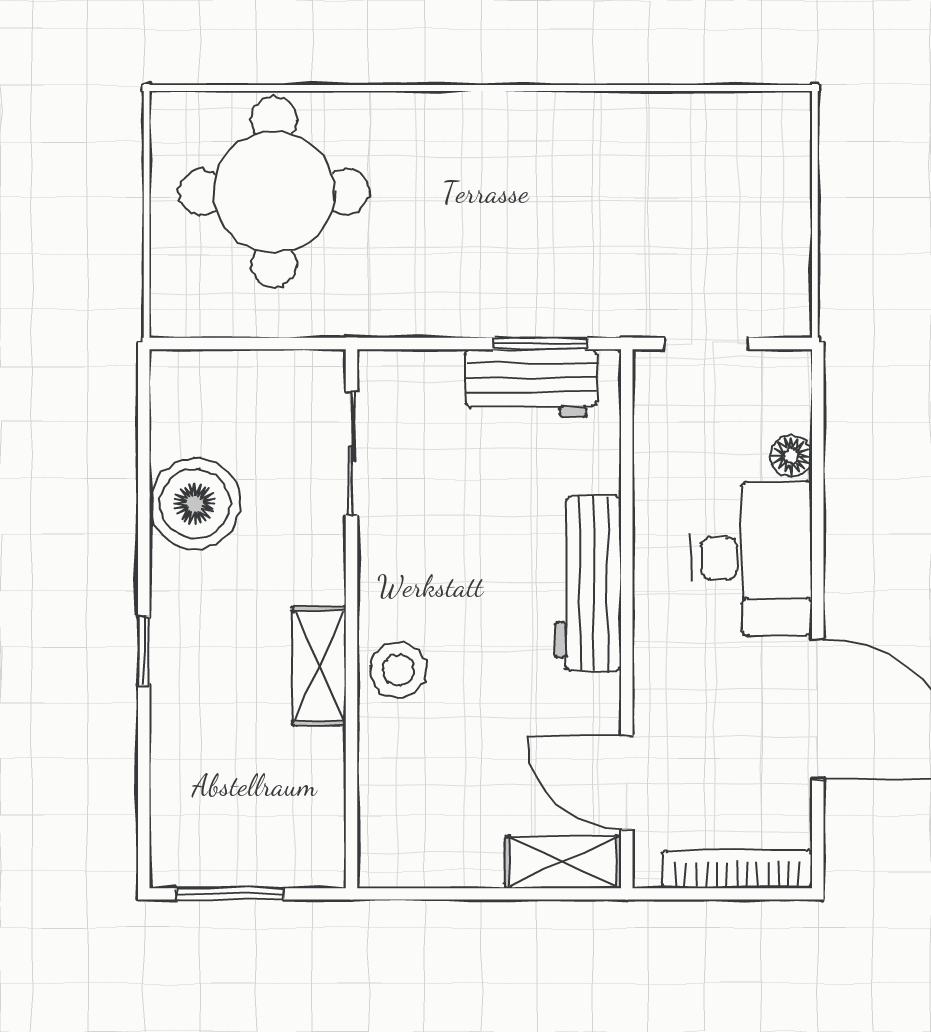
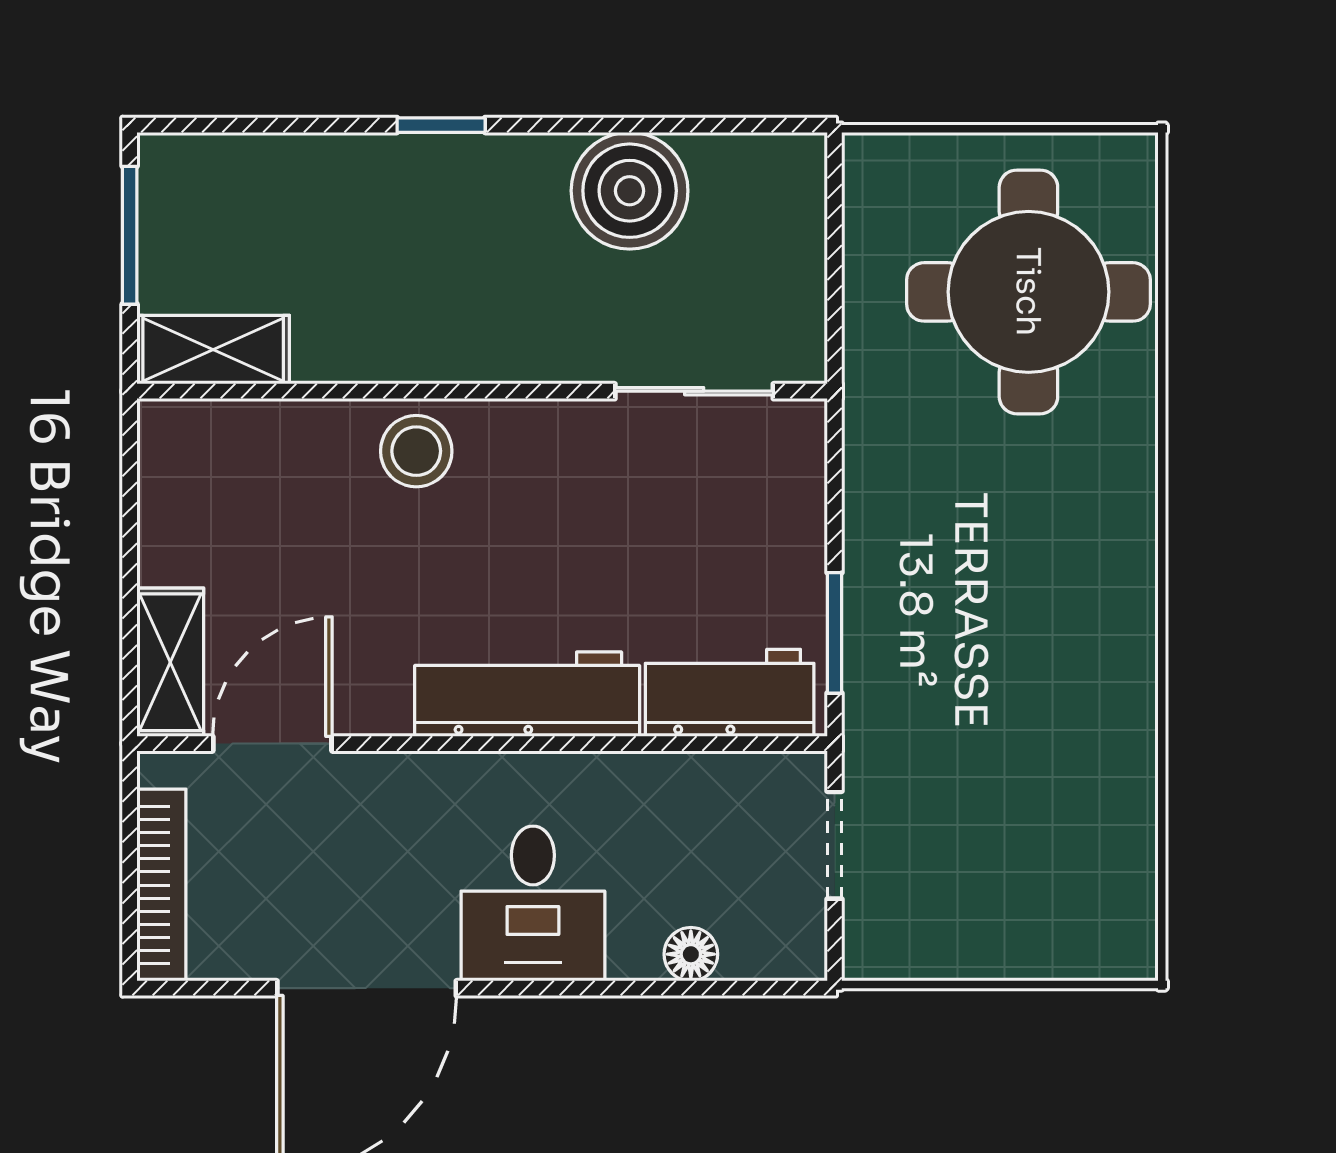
workbench: (531, 383) -> (730, 693), moved, turned 90
desk: (752, 558) -> (533, 904), width x0.73
shelving: (319, 666) -> (213, 350), moved

